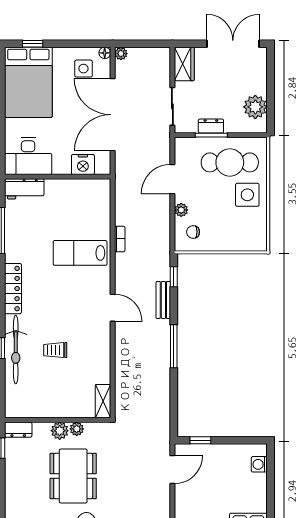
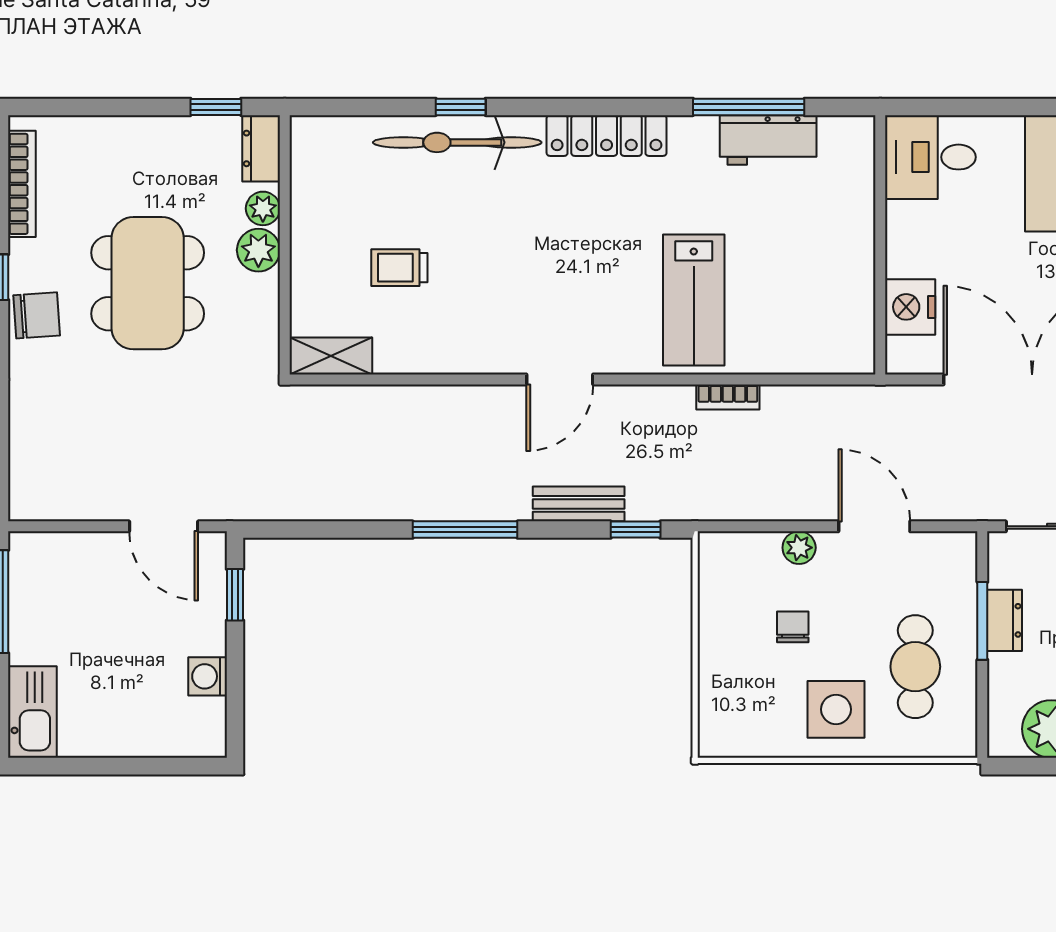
desk: (28, 156) -> (930, 157), width x0.73
cafe table: (230, 162) -> (915, 667), width x0.73, depth x0.74
workbench: (24, 189) -> (768, 140), moved, turned -90
chair: (193, 232) -> (793, 627), moved
lab bench: (80, 253) -> (694, 300), turned 180
trolley: (55, 350) -> (399, 268), moved, turned -90
plant: (77, 429) -> (263, 208), moved
washing machine: (259, 464) -> (208, 676), moved, turned -90
dining table: (73, 476) -> (148, 283), turned 90

